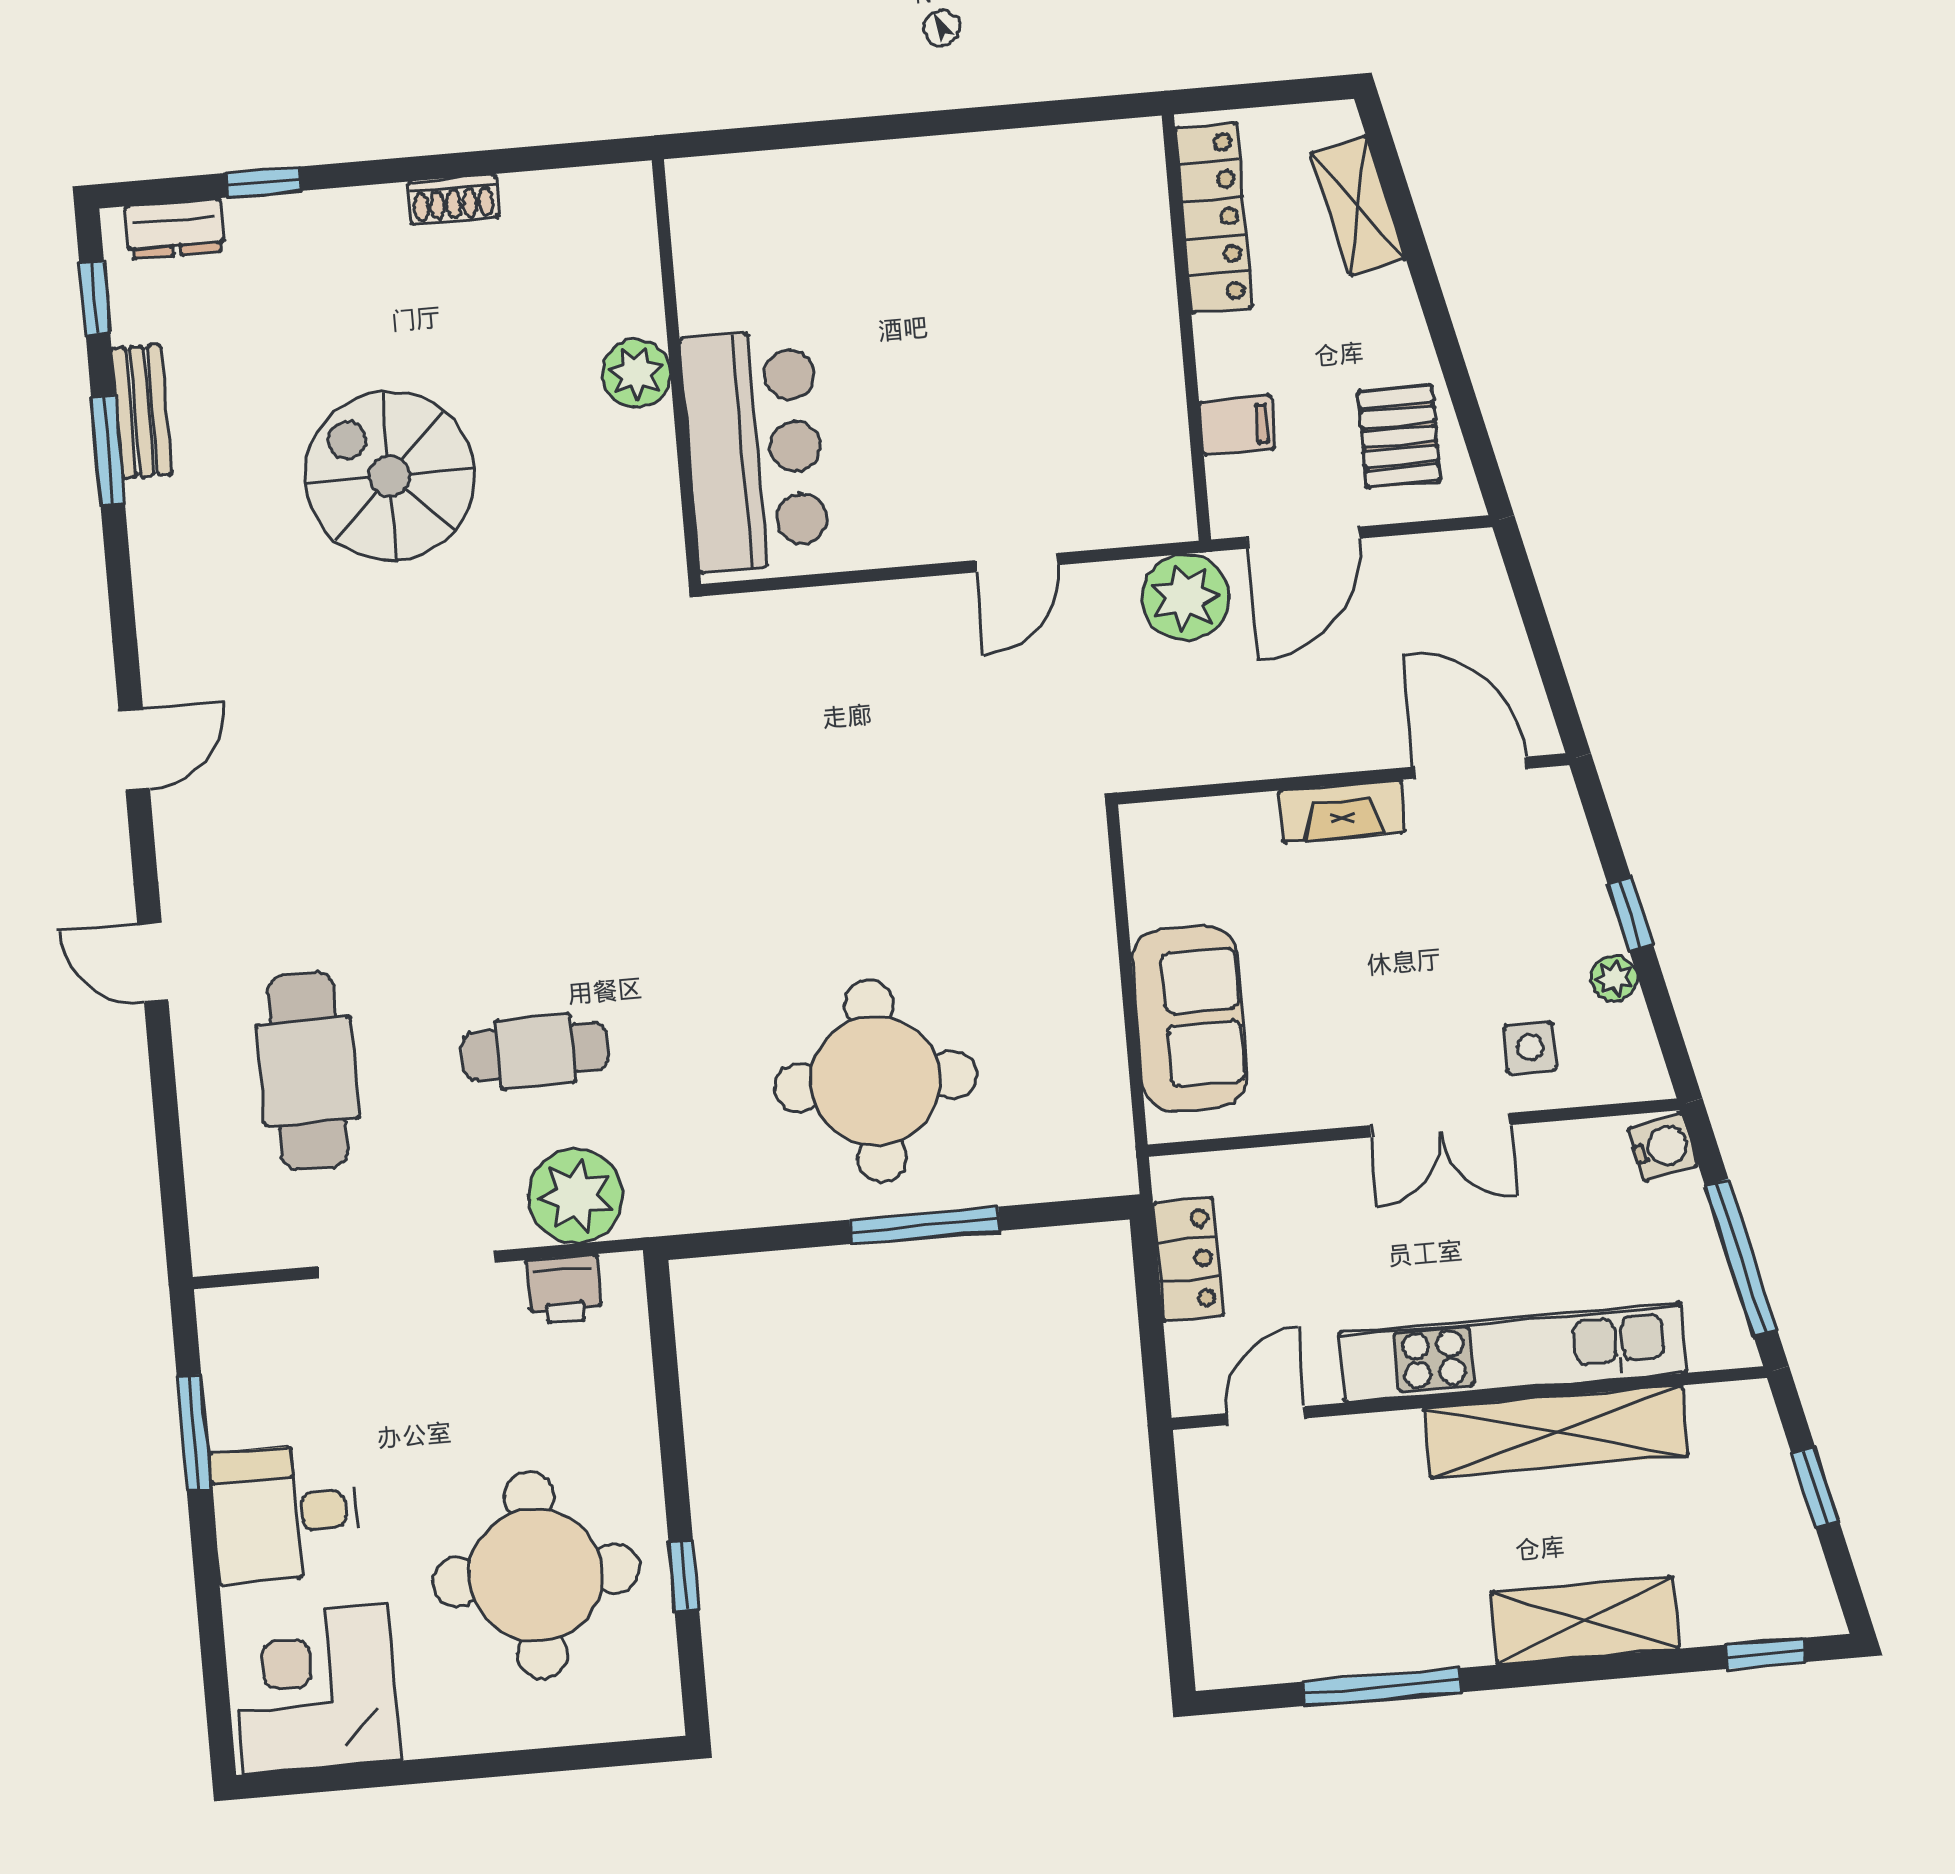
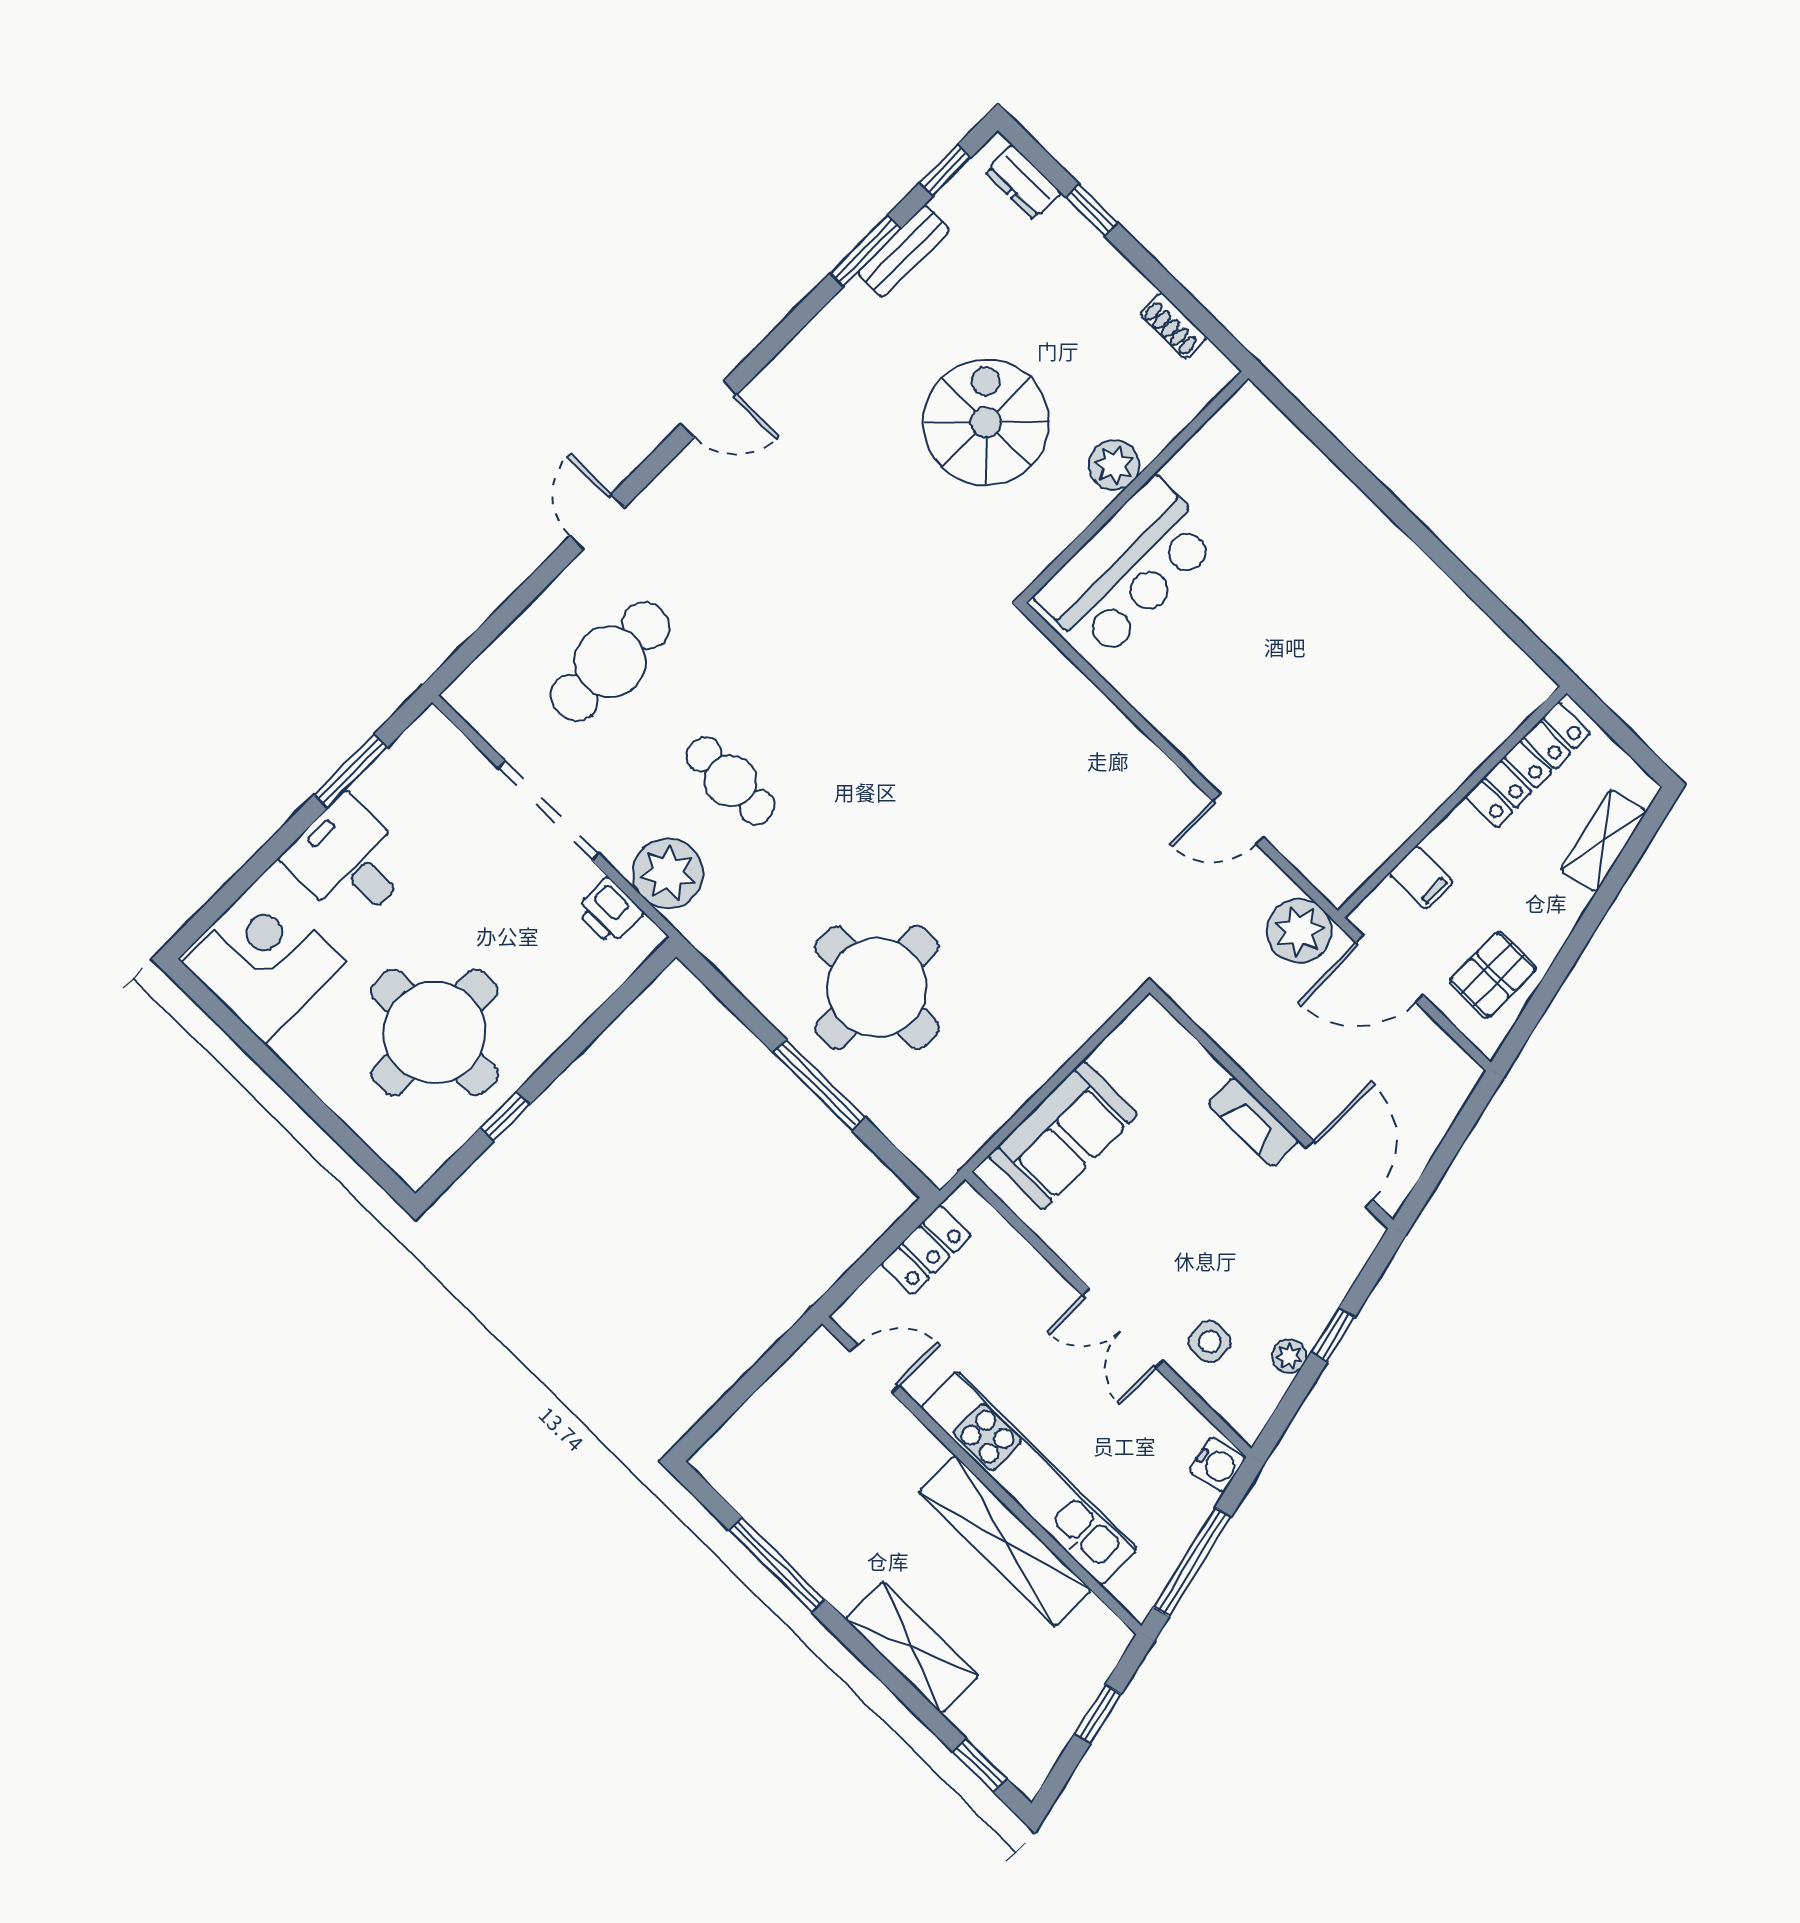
wall: (676, 372) -> (1134, 487), moved
plant: (636, 374) -> (1114, 465), moved
bar counter: (755, 450) -> (1128, 569), moved

